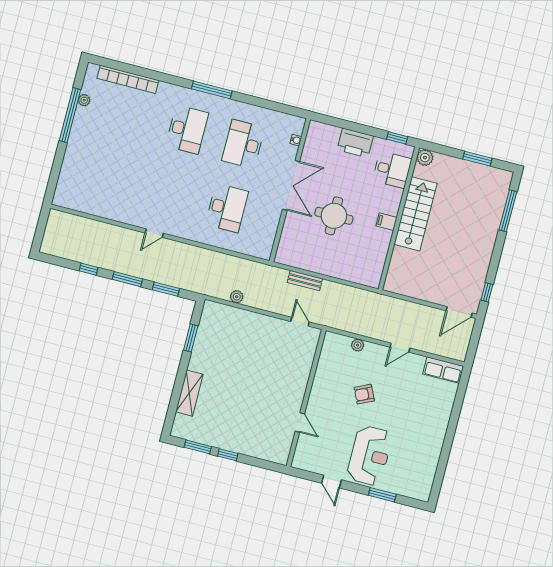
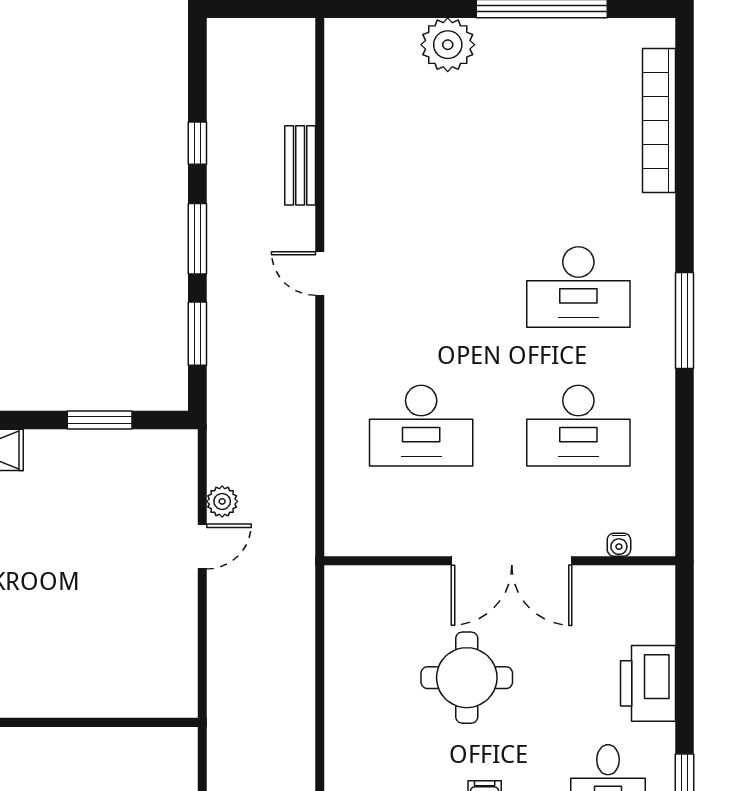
plant: (84, 100) -> (448, 45), moved, width x1.87, depth x1.87
desk: (243, 144) -> (578, 426), turned 180
bench: (305, 281) -> (300, 165), moved
door: (300, 322) -> (202, 546), moved

